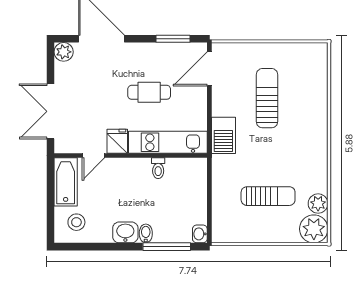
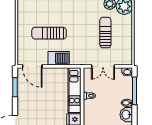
cafe table: (149, 92) -> (46, 101), removed
barbecue: (223, 135) -> (59, 58), moved
double door: (209, 192) -> (103, 66), added

